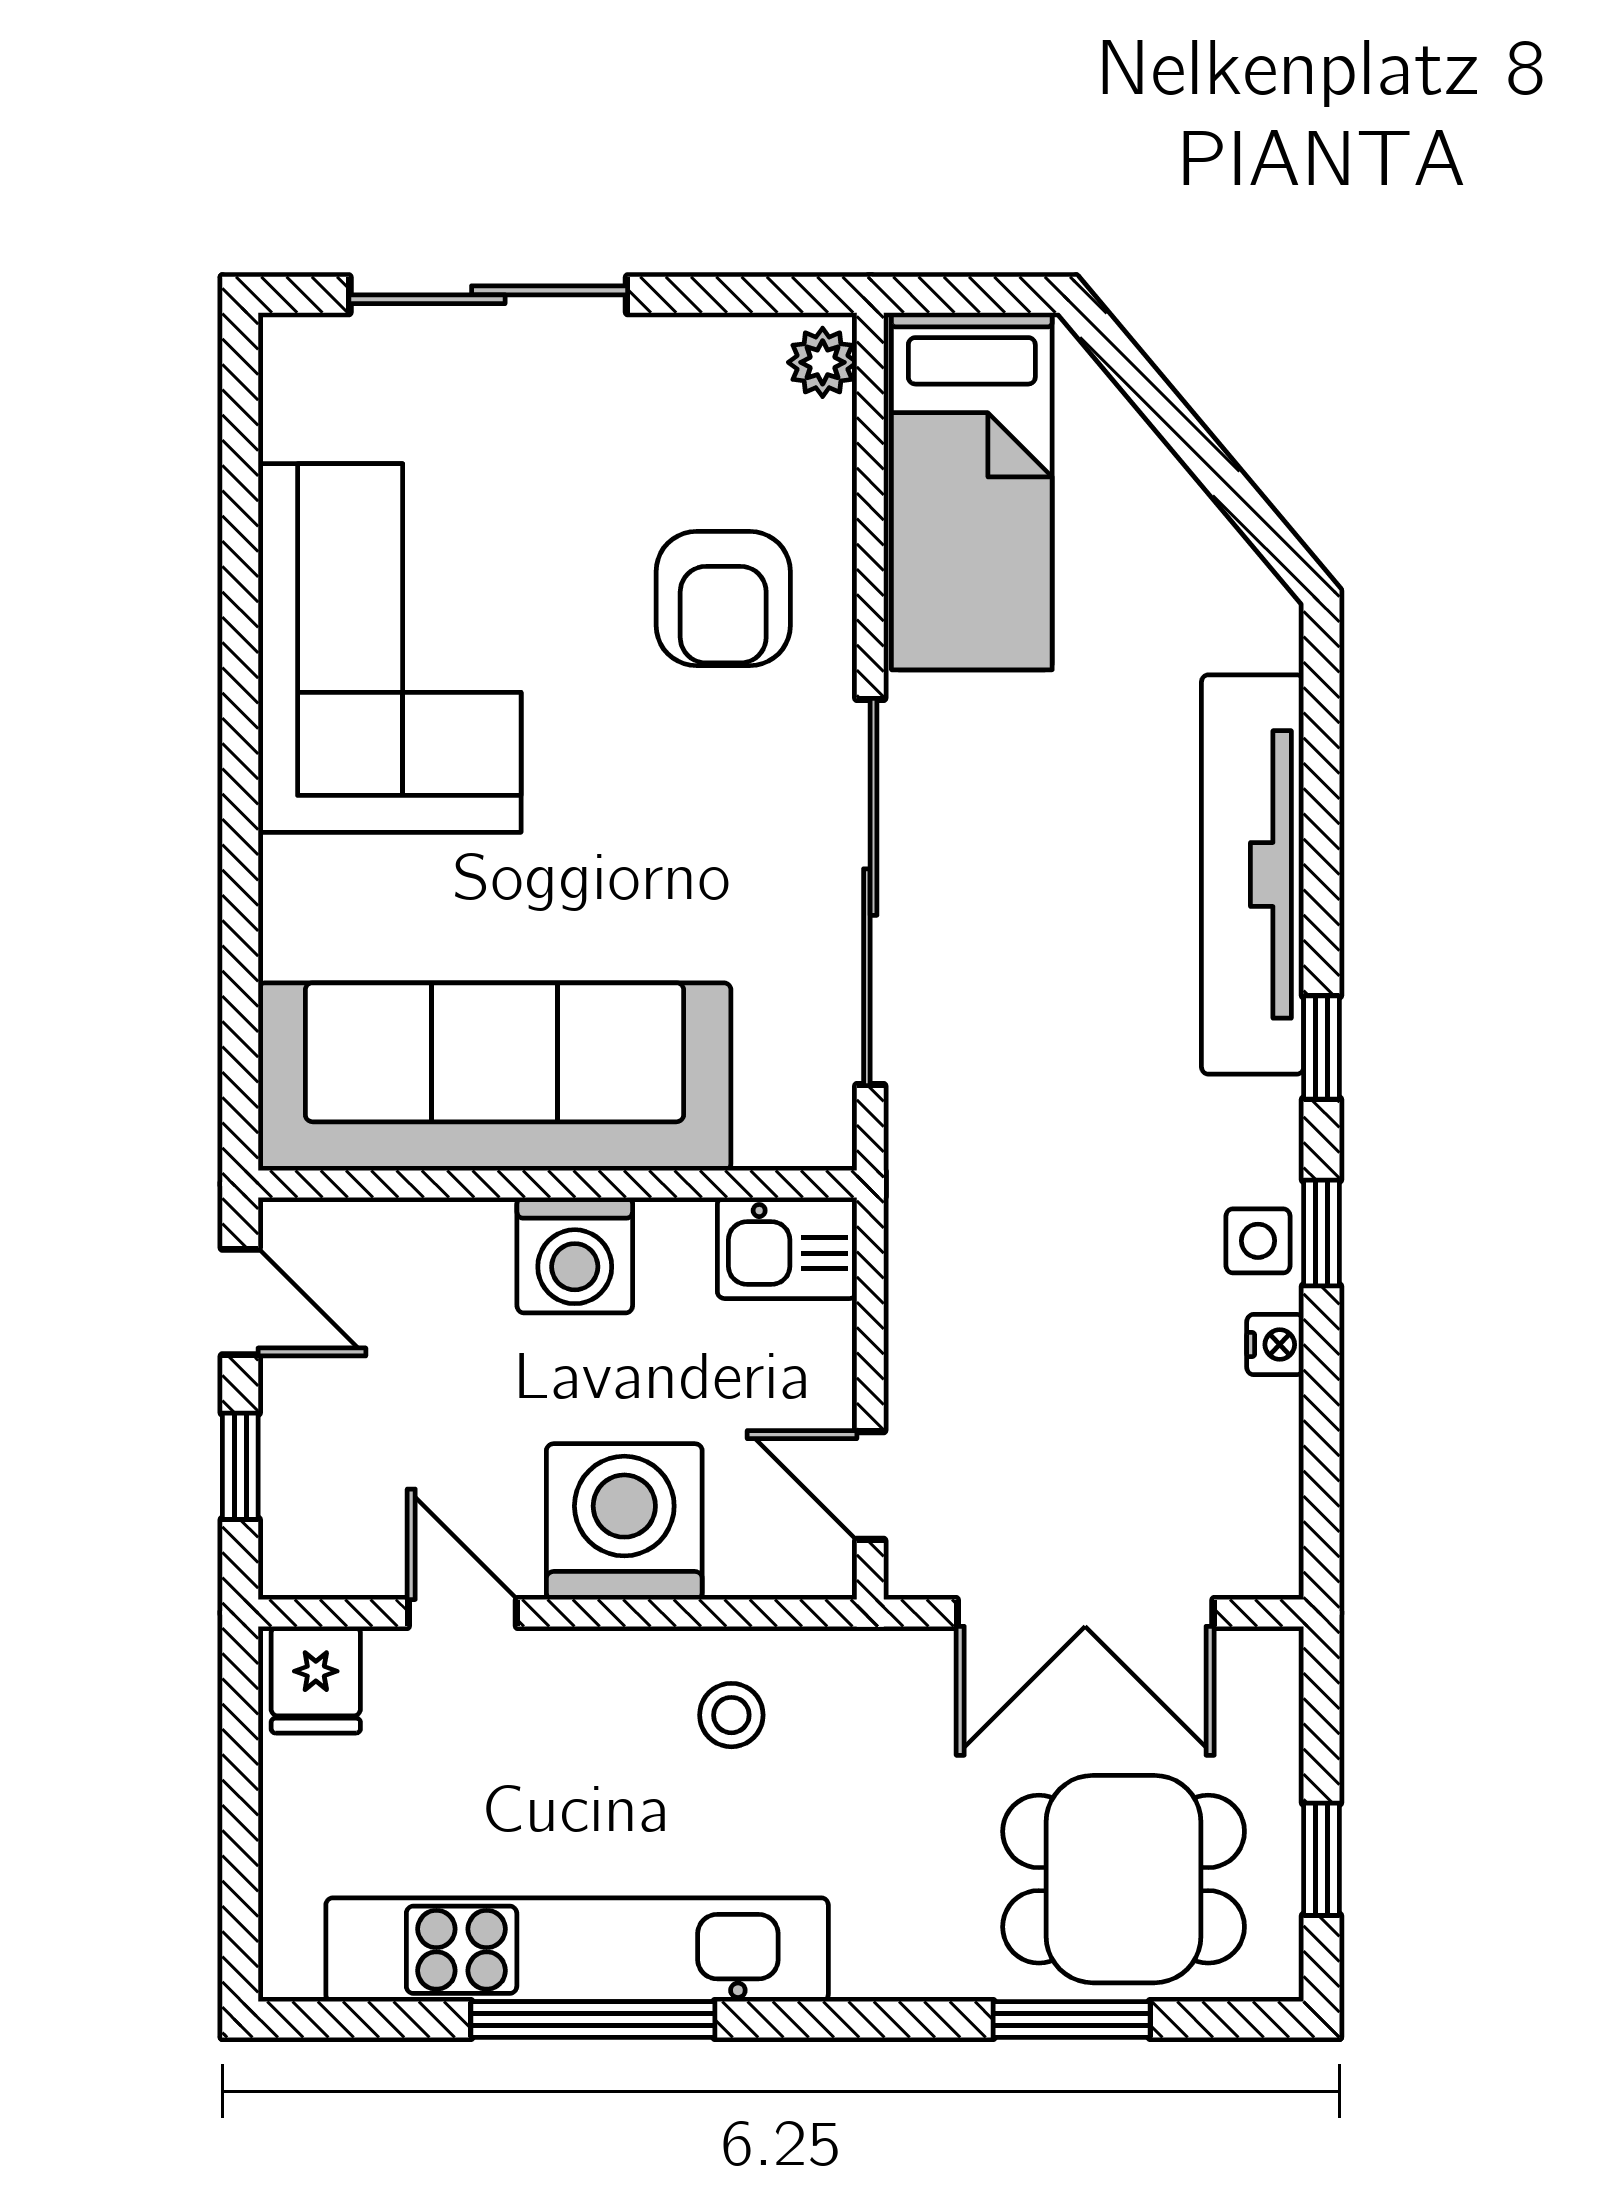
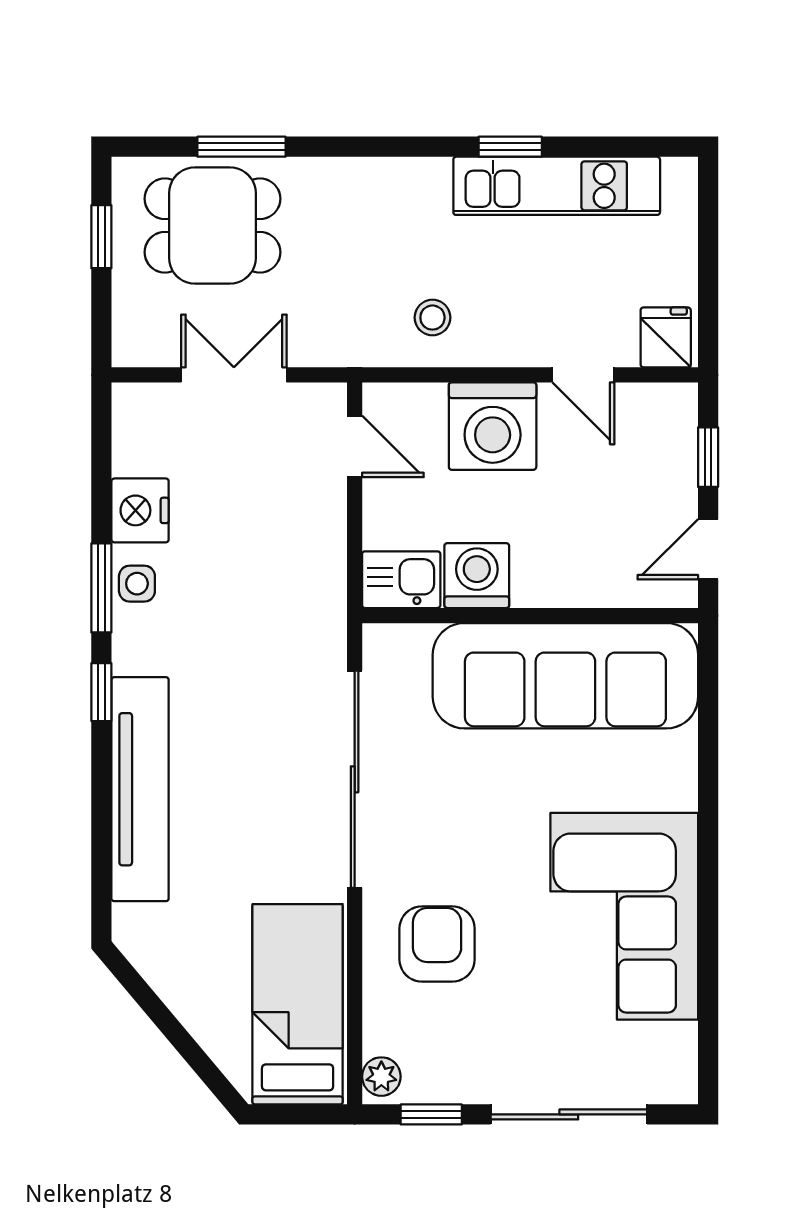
window: (734, 295) -> (431, 1114), added
window: (1322, 1233) -> (101, 588), width x1.50
washing machine: (575, 1255) -> (477, 576), moved
door: (240, 1302) -> (708, 549), hinge flipped
nightstand: (1275, 1345) -> (140, 510), width x1.89, depth x1.79
double door: (1085, 1613) -> (234, 375), width x0.73
kitchen unit: (577, 1950) -> (557, 186), width x0.73
window: (593, 2020) -> (510, 147), width x0.46

